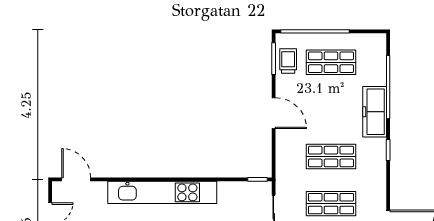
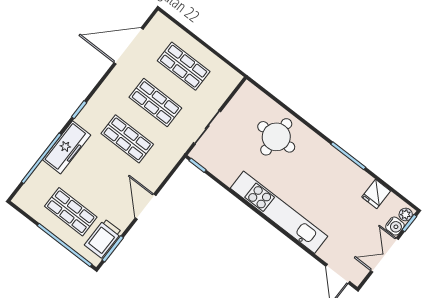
trolley: (288, 61) -> (103, 238), width x1.36, depth x1.39

